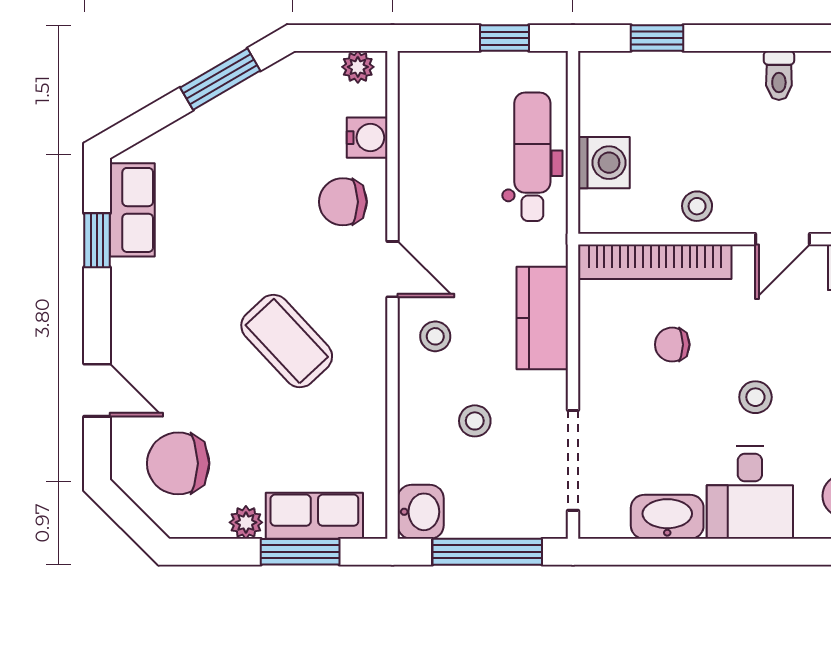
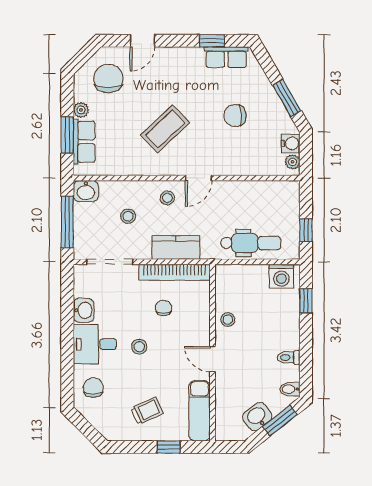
water cooler: (367, 138) -> (291, 143), moved, turned -90
washing machine: (604, 163) -> (281, 276), moved
chair: (343, 202) -> (235, 115), moved, turned -94
bookcase: (655, 262) -> (175, 272), moved, turned -90
washbasin: (667, 517) -> (84, 310), width x0.72

